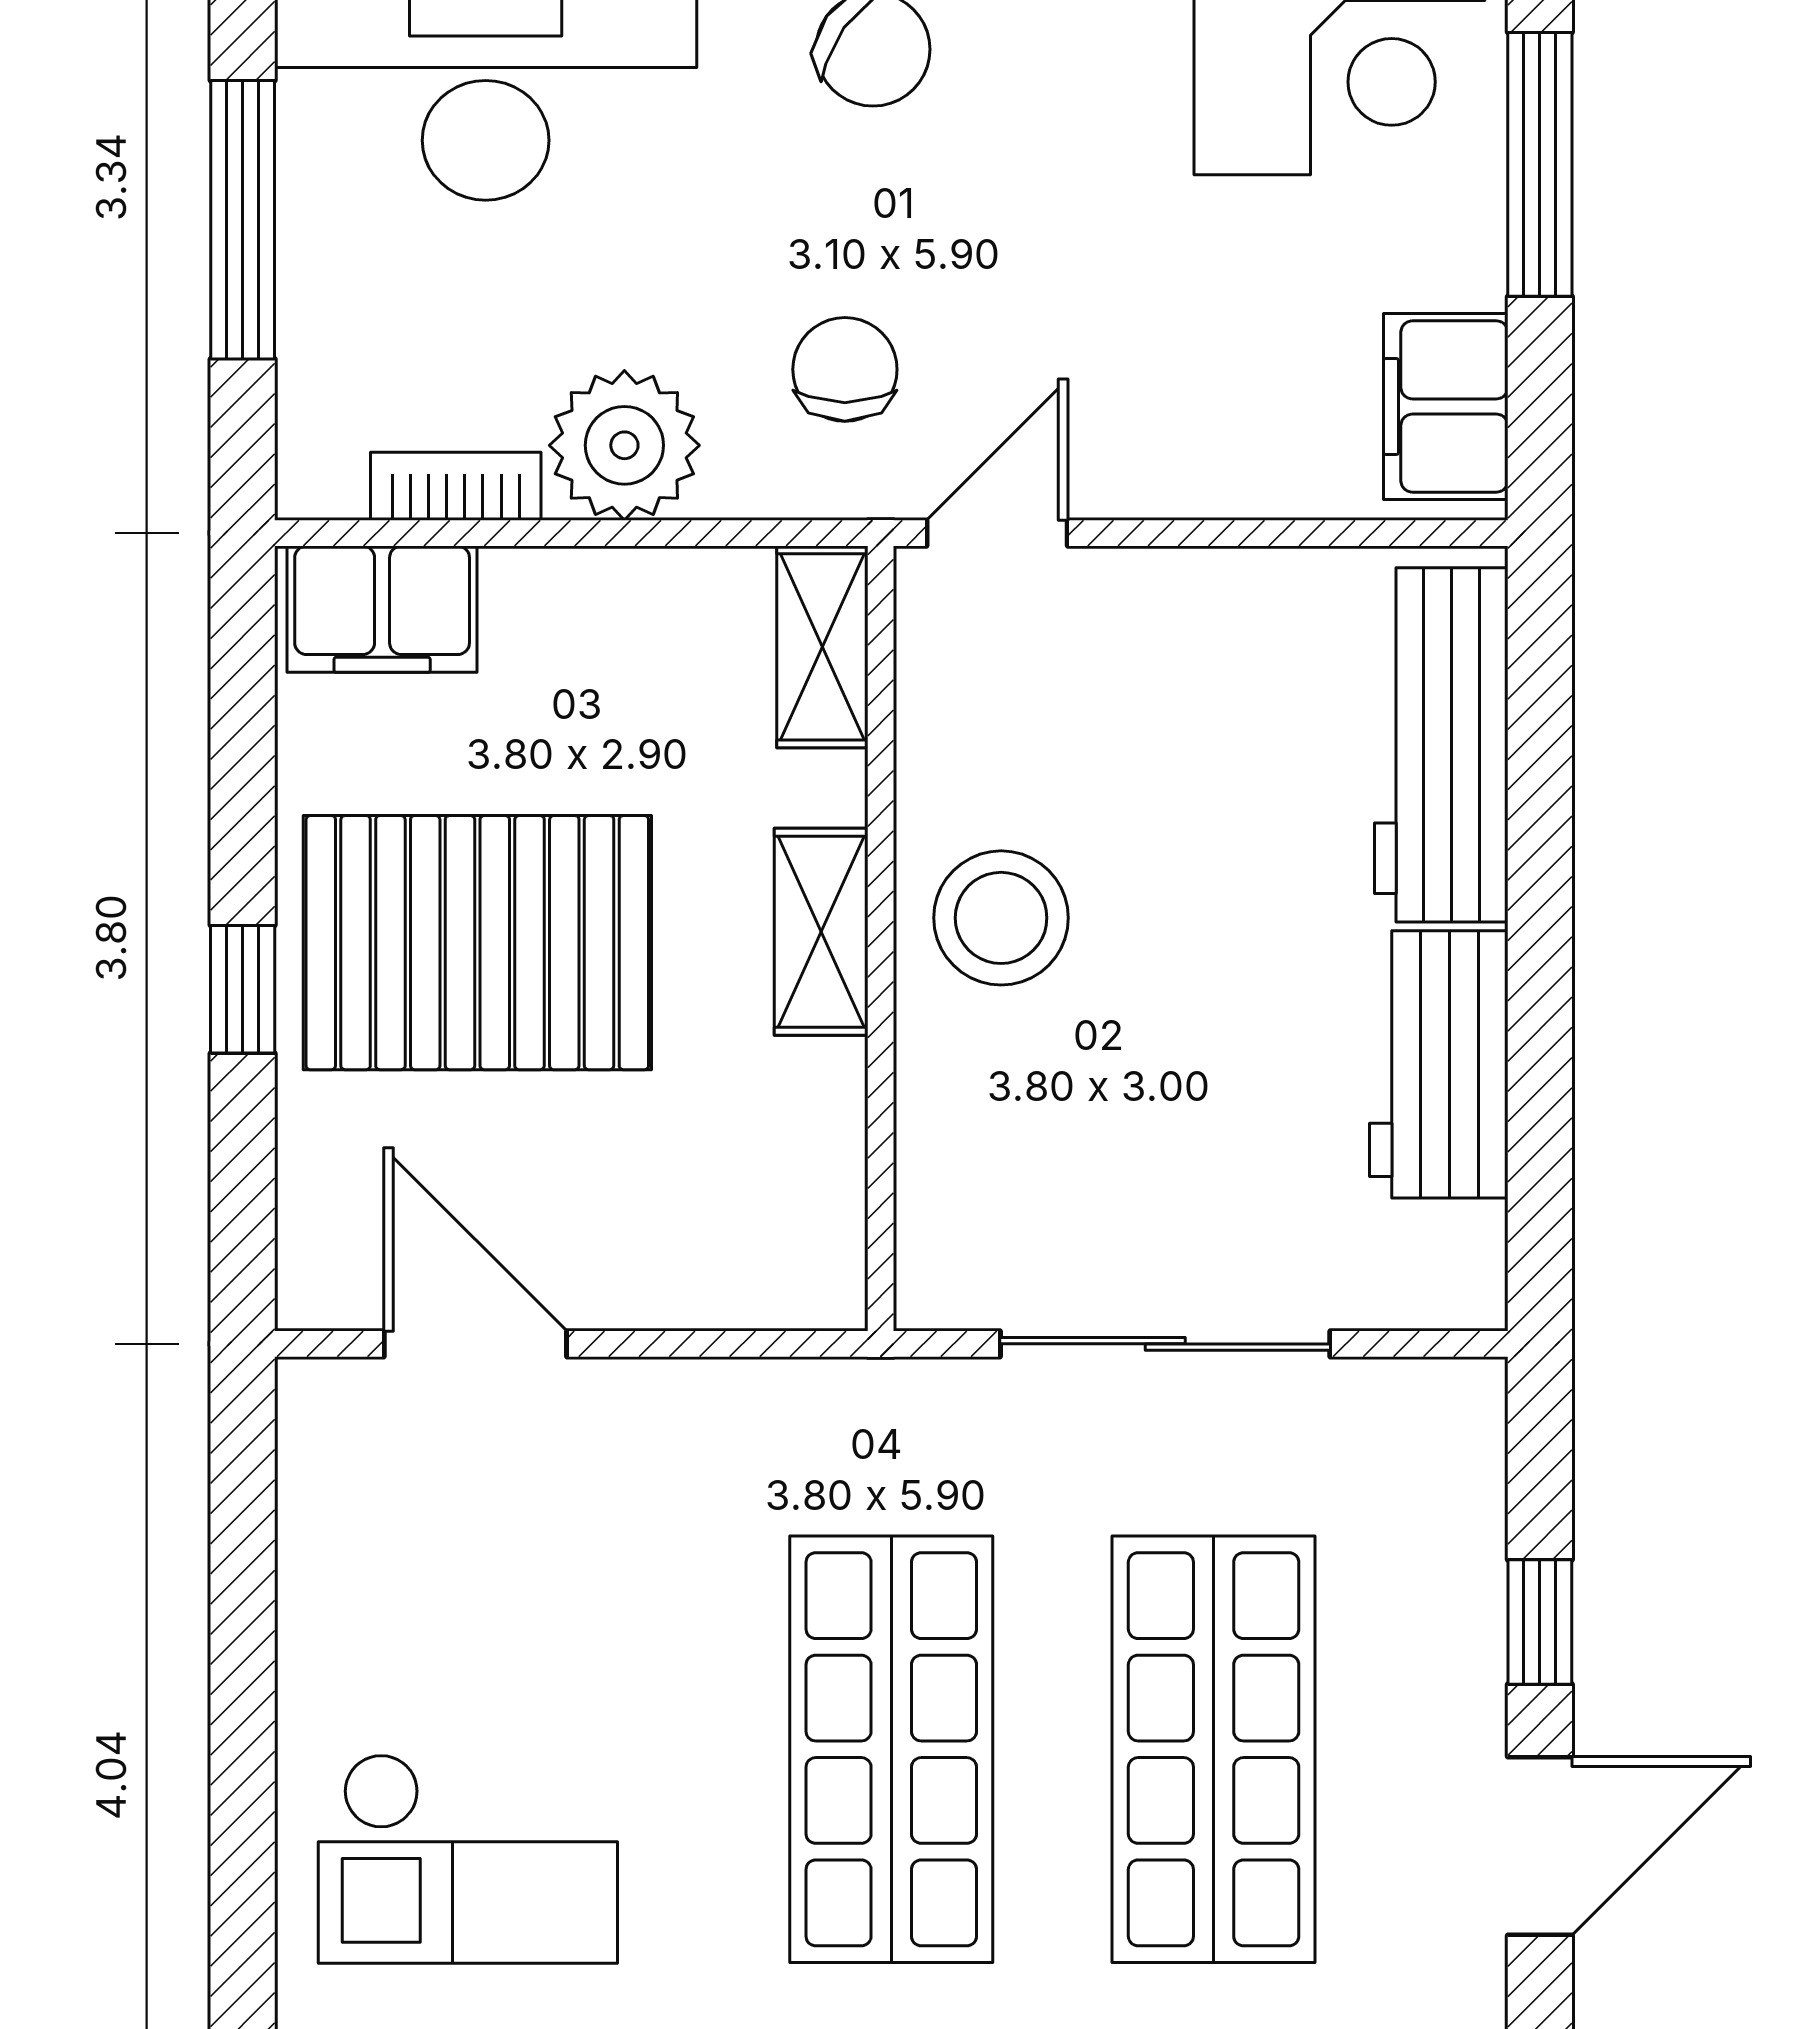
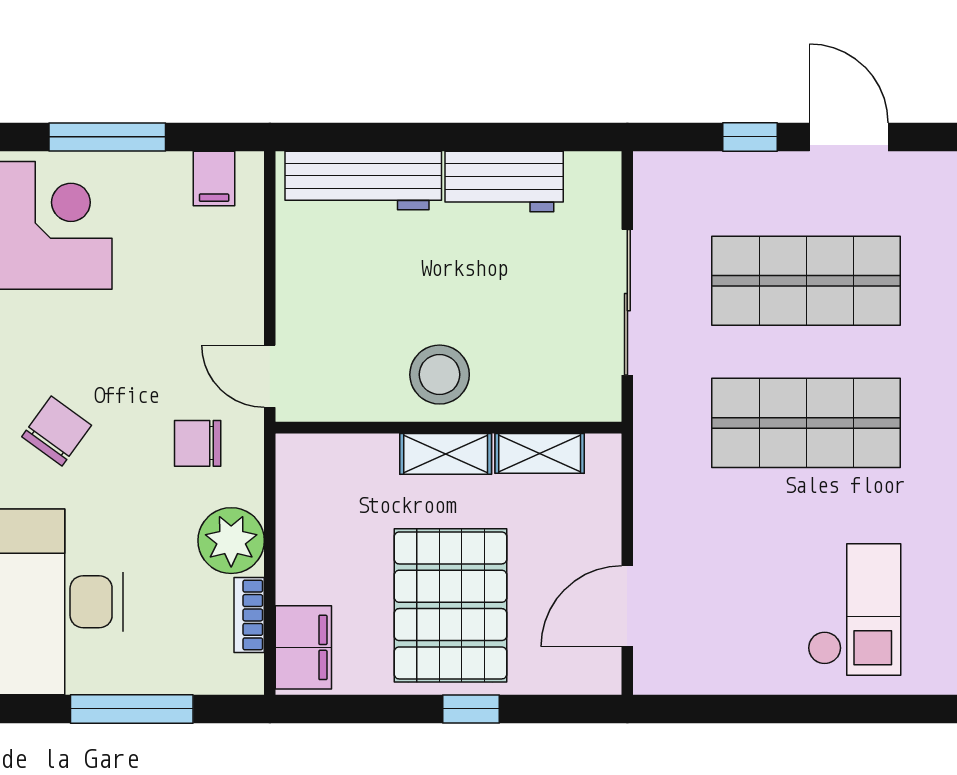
filing cabinet: (1446, 407) -> (214, 178), width x0.50
shelving: (822, 647) -> (540, 453), moved

